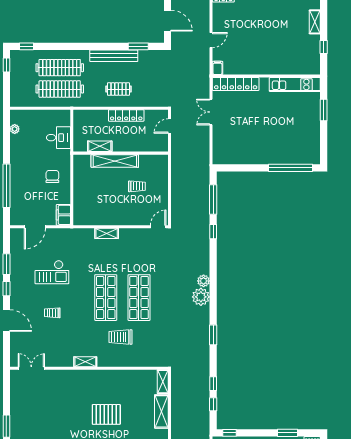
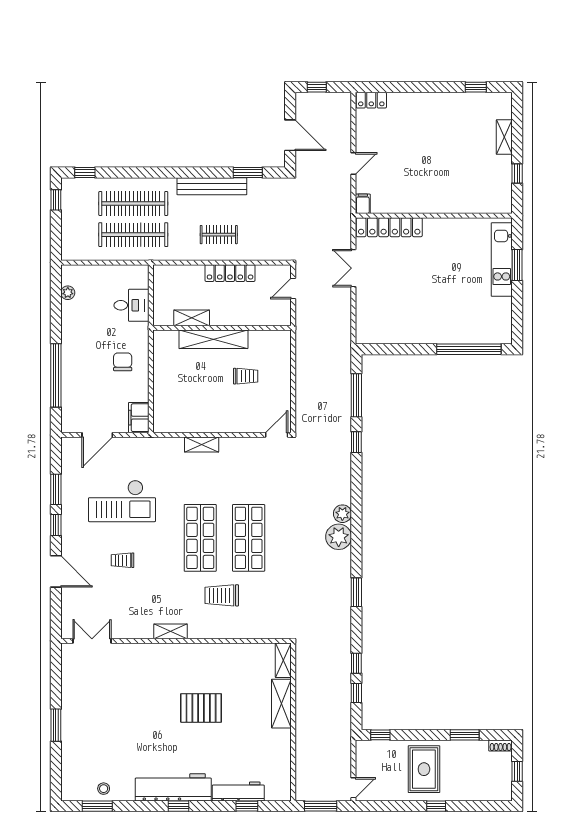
kitchen unit: (295, 85) -> (502, 260), moved, turned 90
checkout: (52, 272) -> (122, 501), width x1.36, depth x1.21

